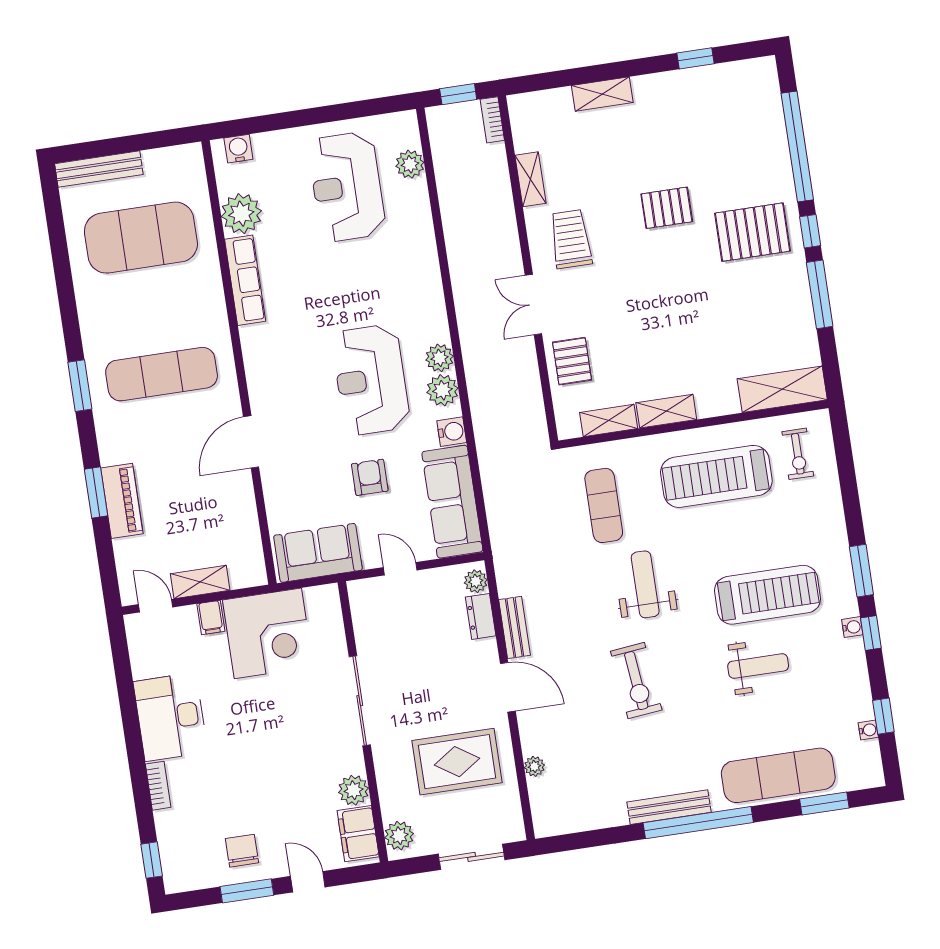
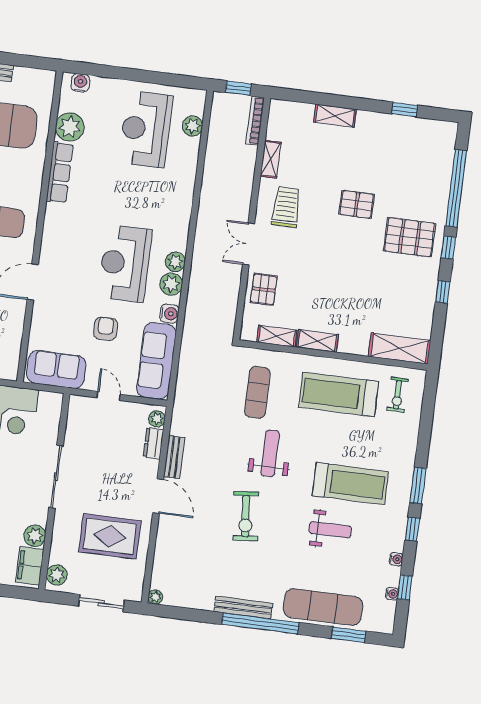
bookcase: (492, 120) -> (255, 121), width x1.56
window: (820, 294) -> (443, 292), width x0.46
water cooler: (852, 627) -> (396, 559), moved
plant: (534, 766) -> (155, 597), moved

